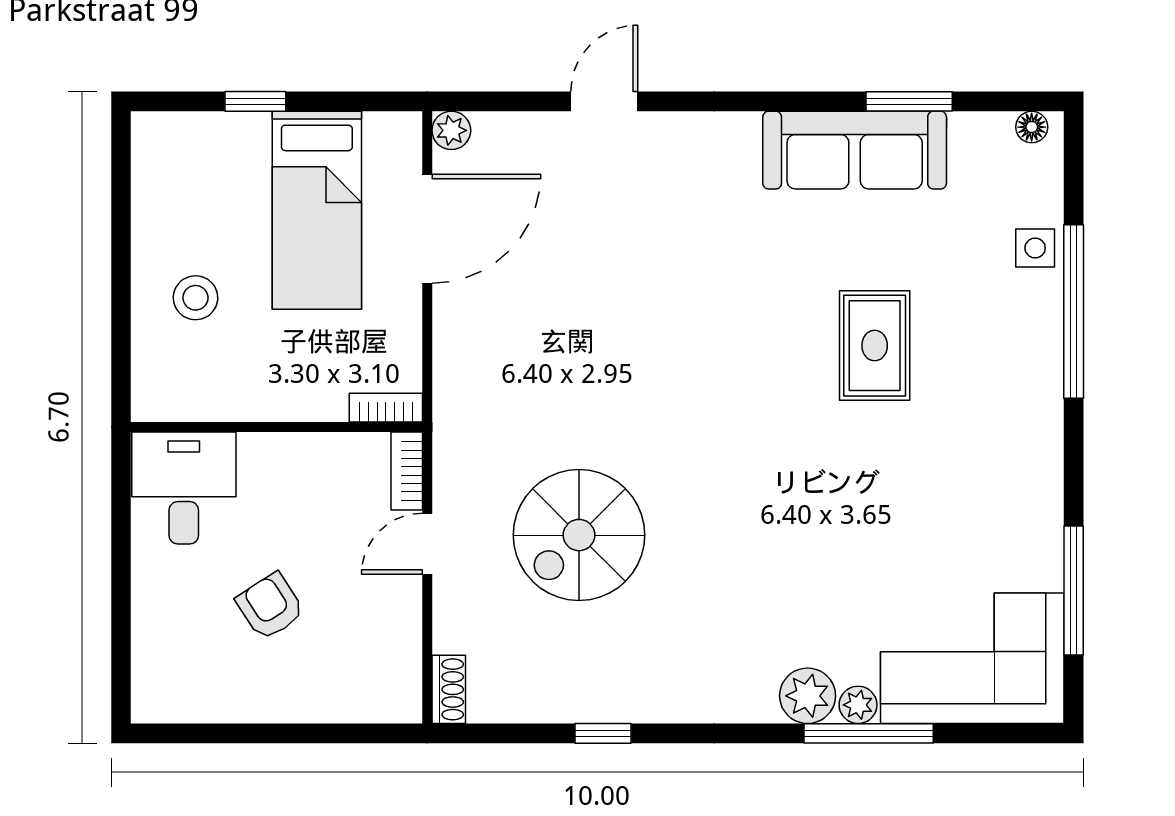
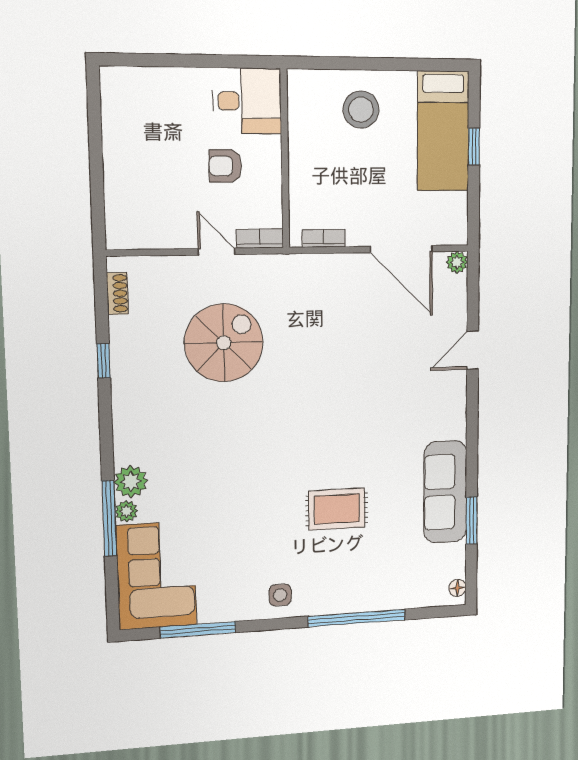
door: (604, 101) -> (473, 350), swing flipped
bed: (317, 210) -> (443, 131), moved, turned -90
side table: (1035, 248) -> (280, 595), moved
stool: (196, 298) -> (361, 110), width x1.38, depth x1.38
bookcase: (386, 408) -> (324, 238), moved, turned -90
spiral stairs: (579, 535) -> (224, 343), turned 90
armchair: (270, 606) -> (225, 166), moved, turned -147
shoe rack: (449, 689) -> (117, 293), moved, turned -90

